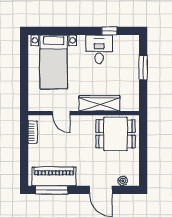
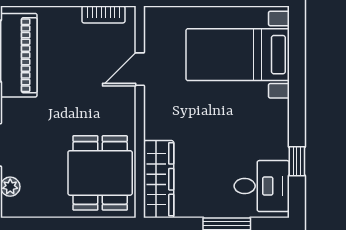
desk: (99, 49) -> (262, 186), moved
wardrobe: (100, 103) -> (159, 179), moved

